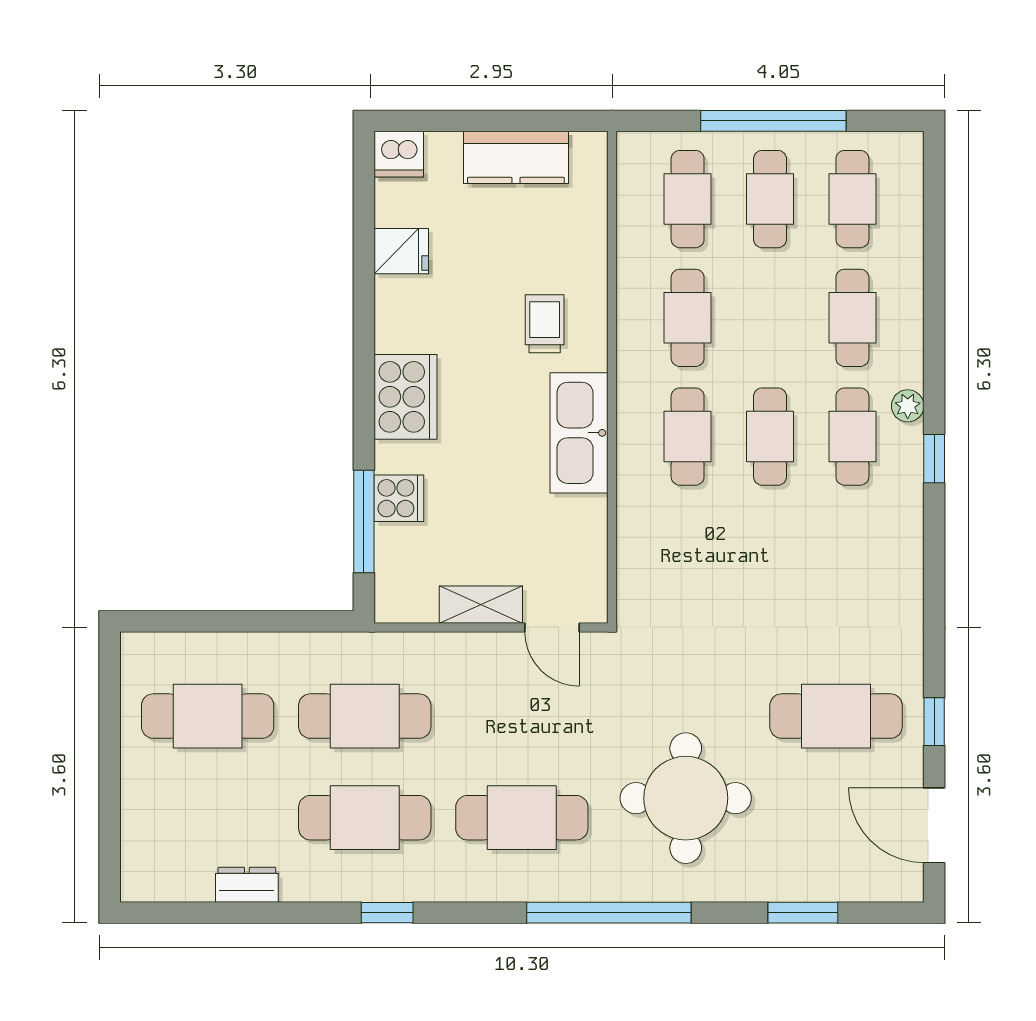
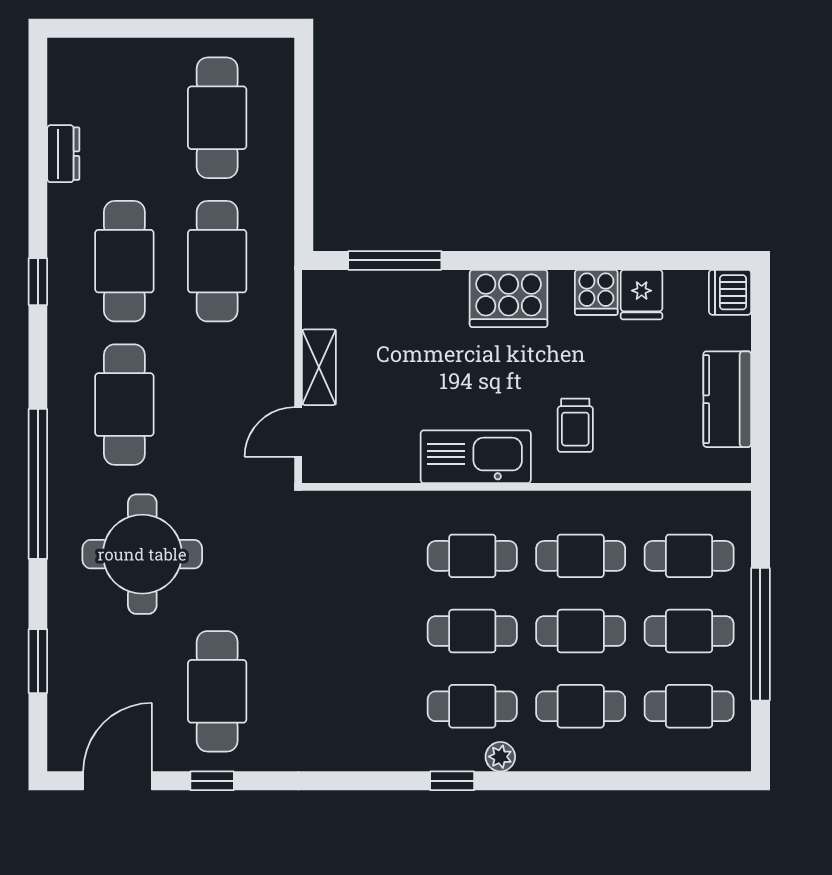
cafe table: (770, 318) -> (581, 631), added
trolley: (545, 324) -> (575, 425), turned 90
cooker: (399, 498) -> (596, 292), moved

